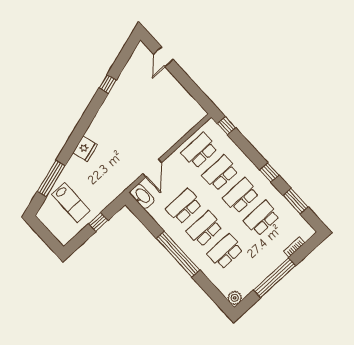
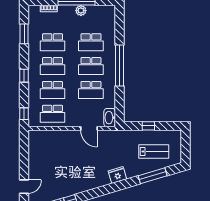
door: (152, 168) -> (89, 128), swing flipped
window: (269, 172) -> (24, 76), moved
lab bench: (71, 203) -> (154, 151), turned 90
plant: (235, 298) -> (81, 11), moved

